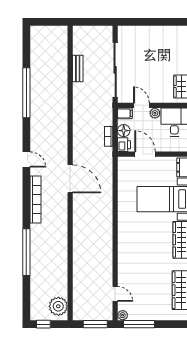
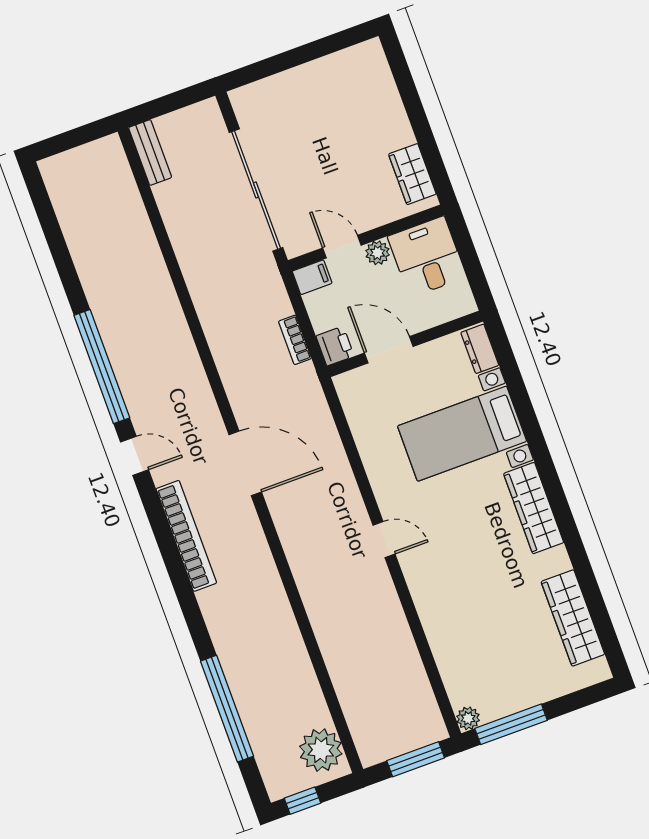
bench: (78, 69) -> (150, 153), moved
window: (26, 93) -> (102, 367), moved
floor lamp: (124, 131) -> (323, 315), removed
window: (26, 252) -> (227, 709), moved
door: (115, 294) -> (384, 540), moved

